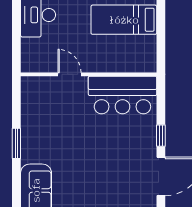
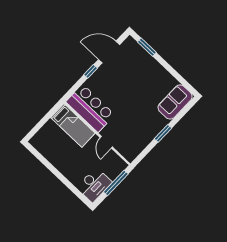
bed: (124, 20) -> (73, 125), moved
window: (16, 40) -> (116, 183), added

